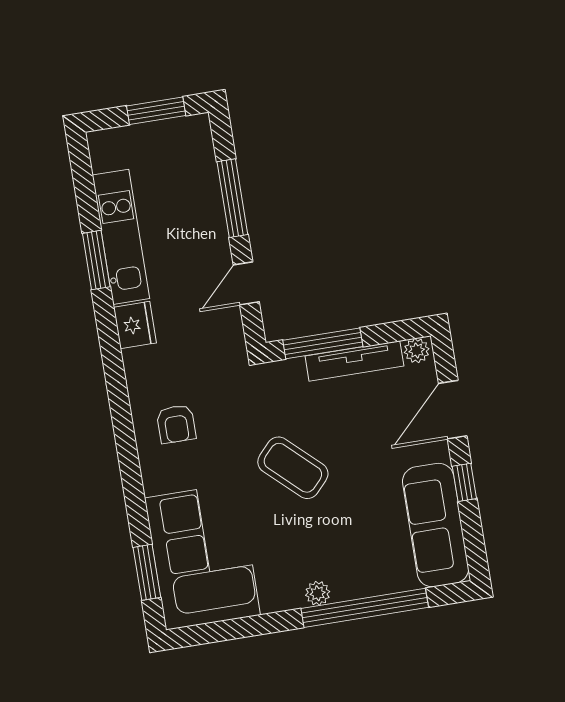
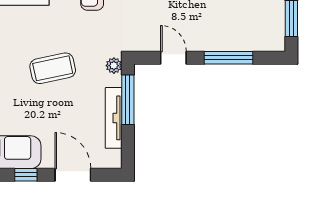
plant: (417, 351) -> (114, 66), moved
coffee table: (293, 468) -> (53, 68), turned 35

